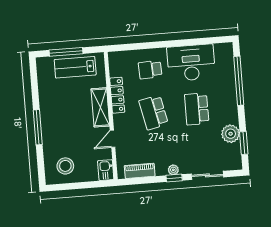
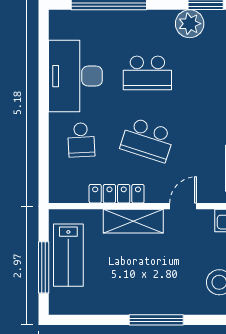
school desk: (154, 112) -> (147, 140), turned 30
door: (113, 139) -> (183, 206), swing flipped

